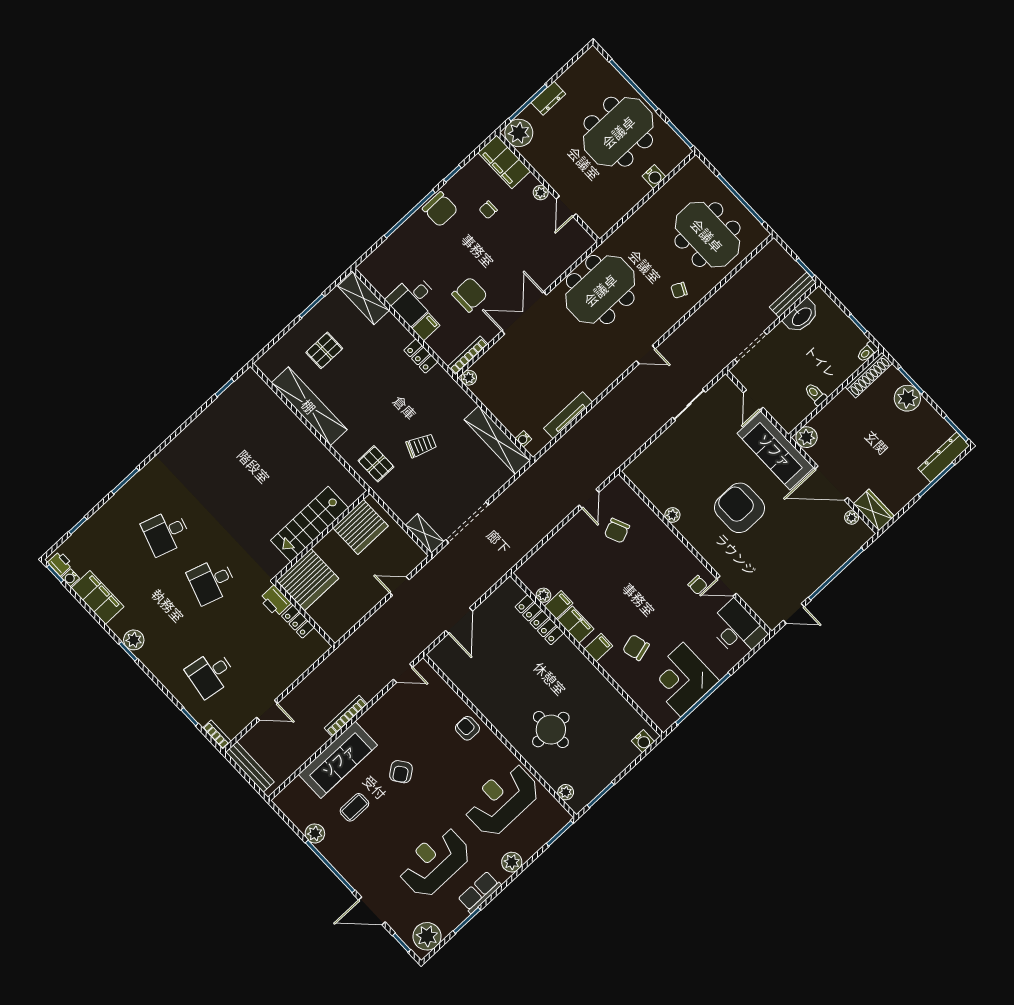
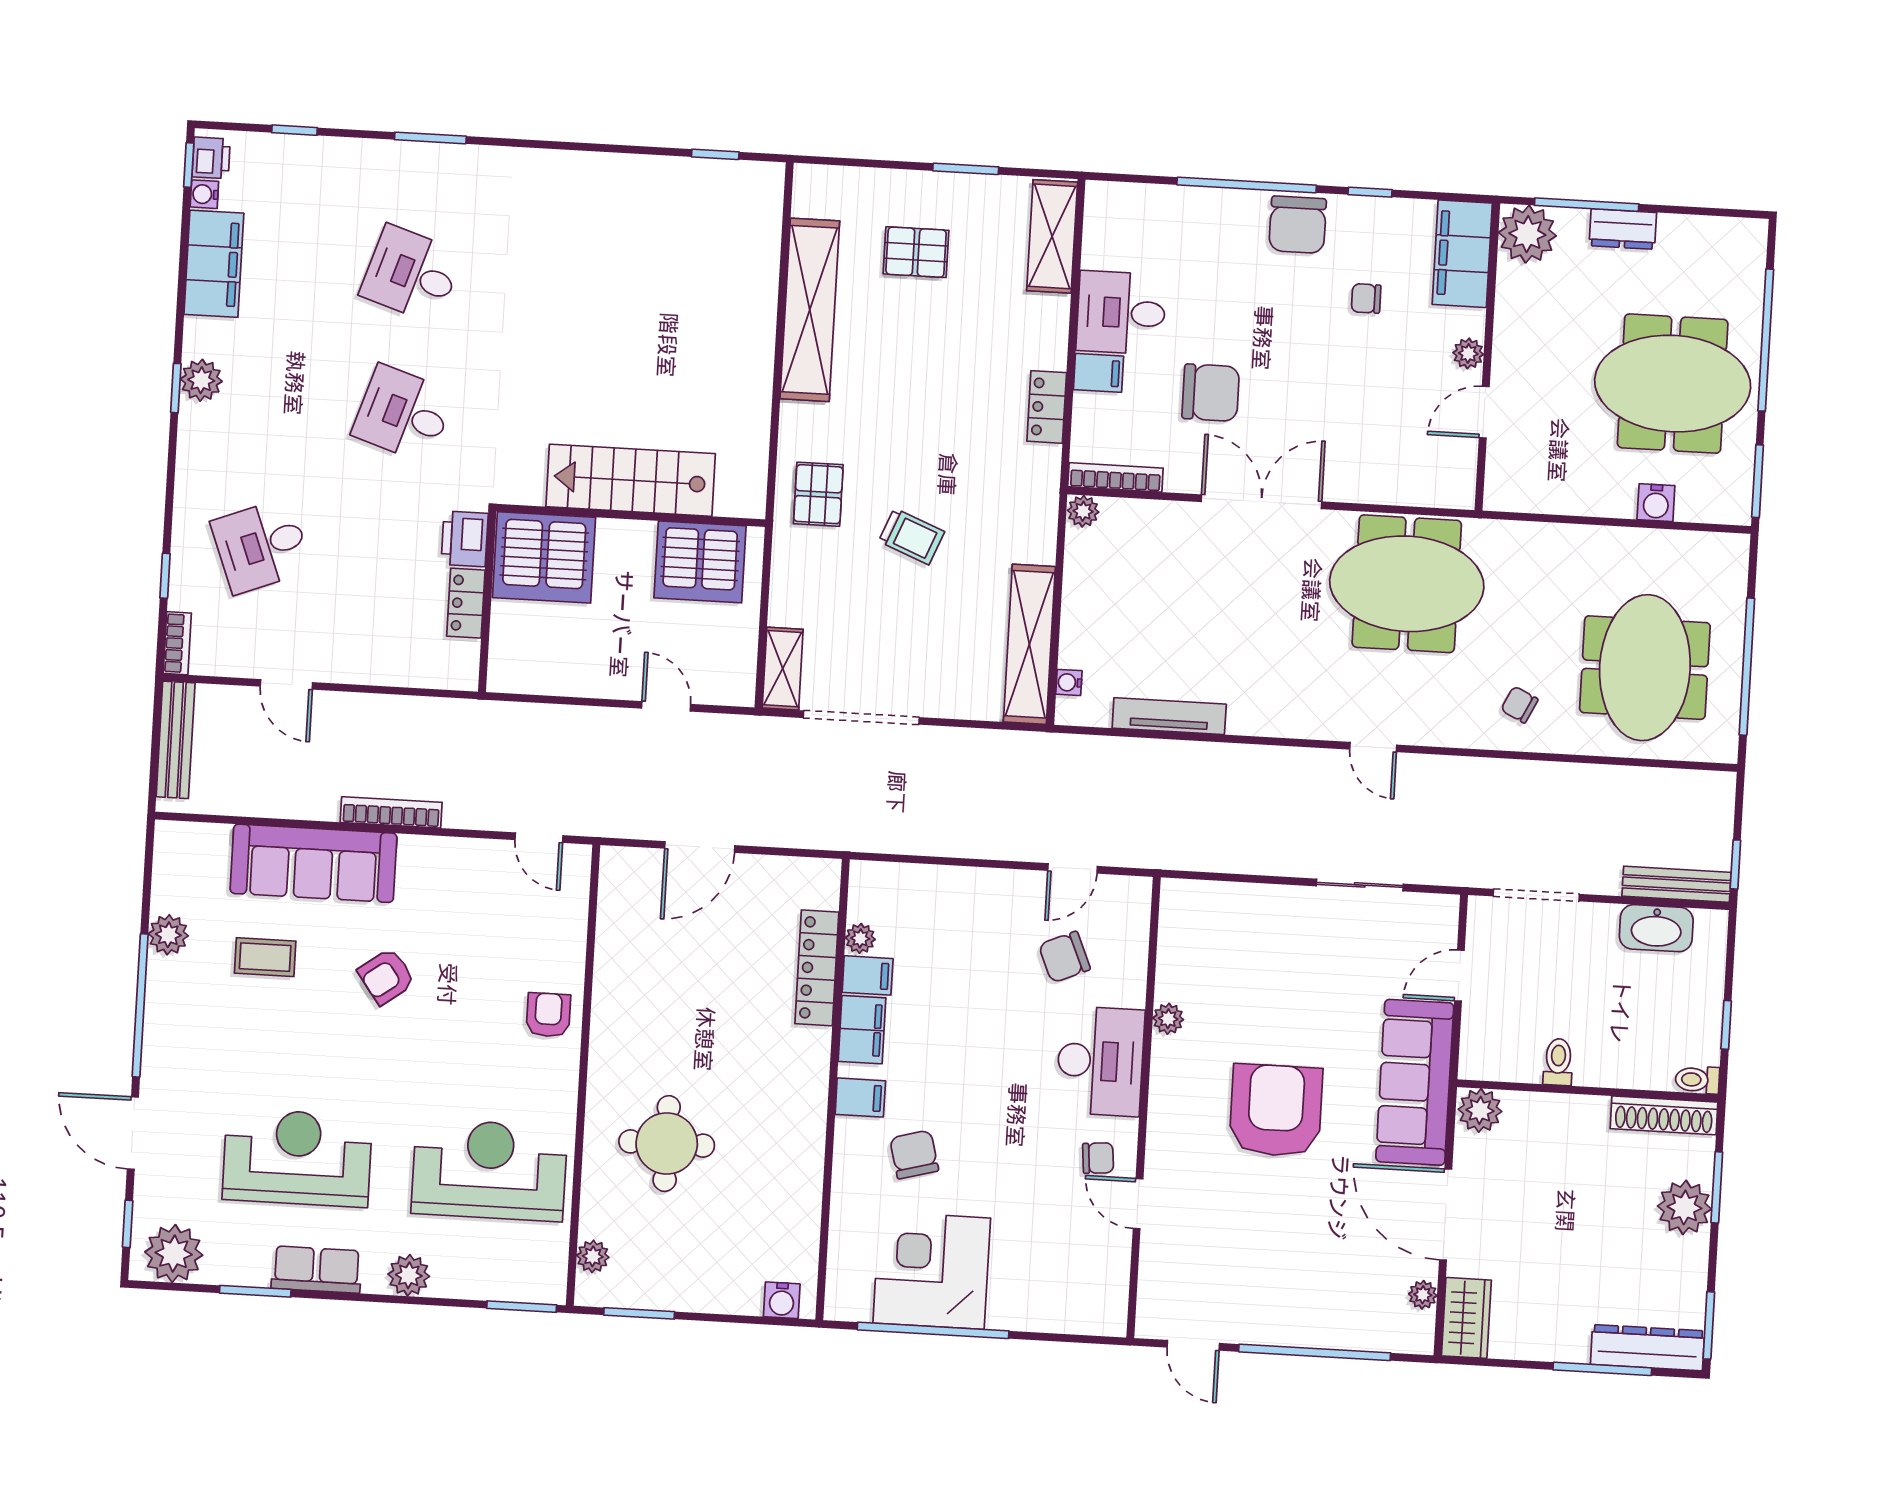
chair: (698, 585) -> (1098, 1158), turned -95
desk: (737, 629) -> (1100, 1061), moved
desk: (211, 674) -> (261, 546), turned -30

